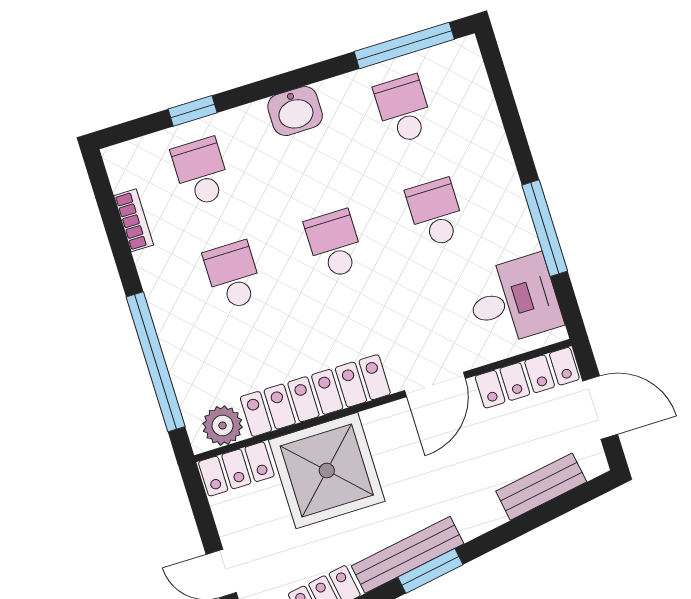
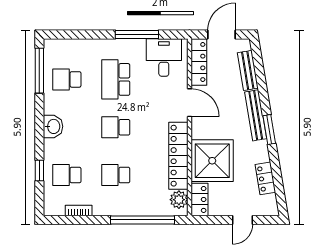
school desk: (436, 213) -> (116, 79), width x1.85
bench: (408, 555) -> (256, 115), moved

